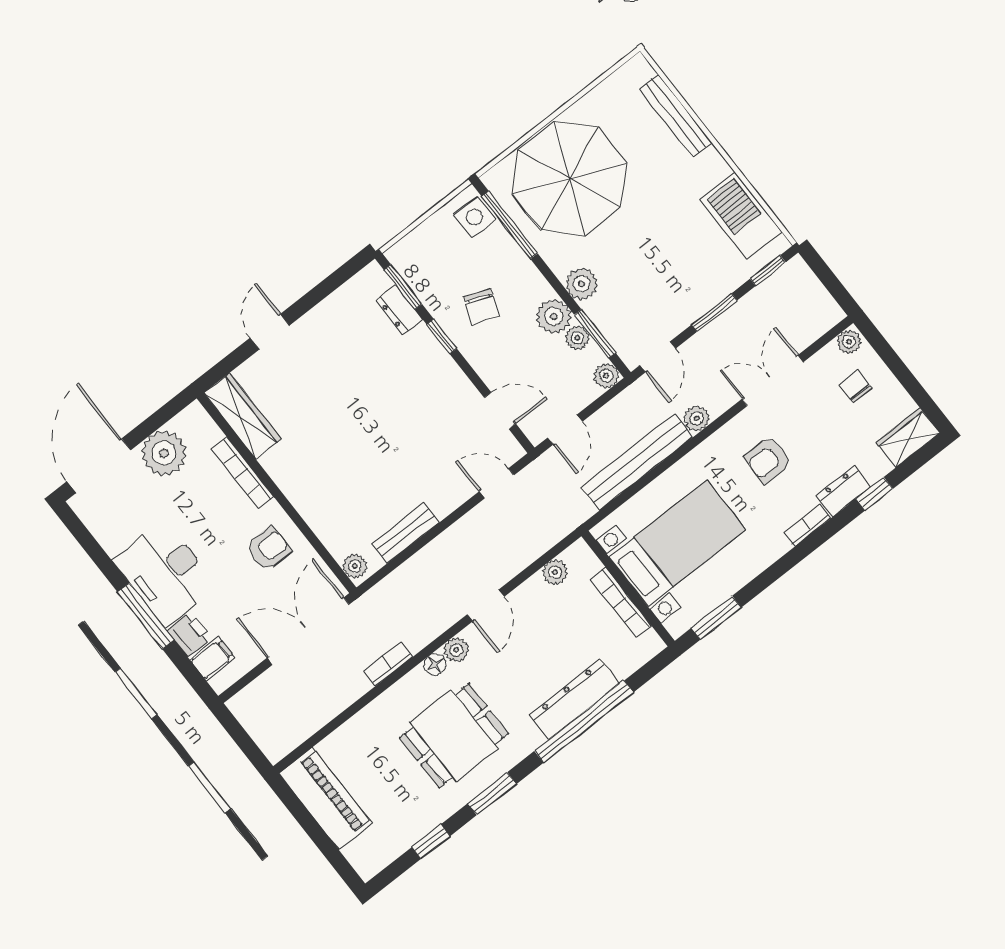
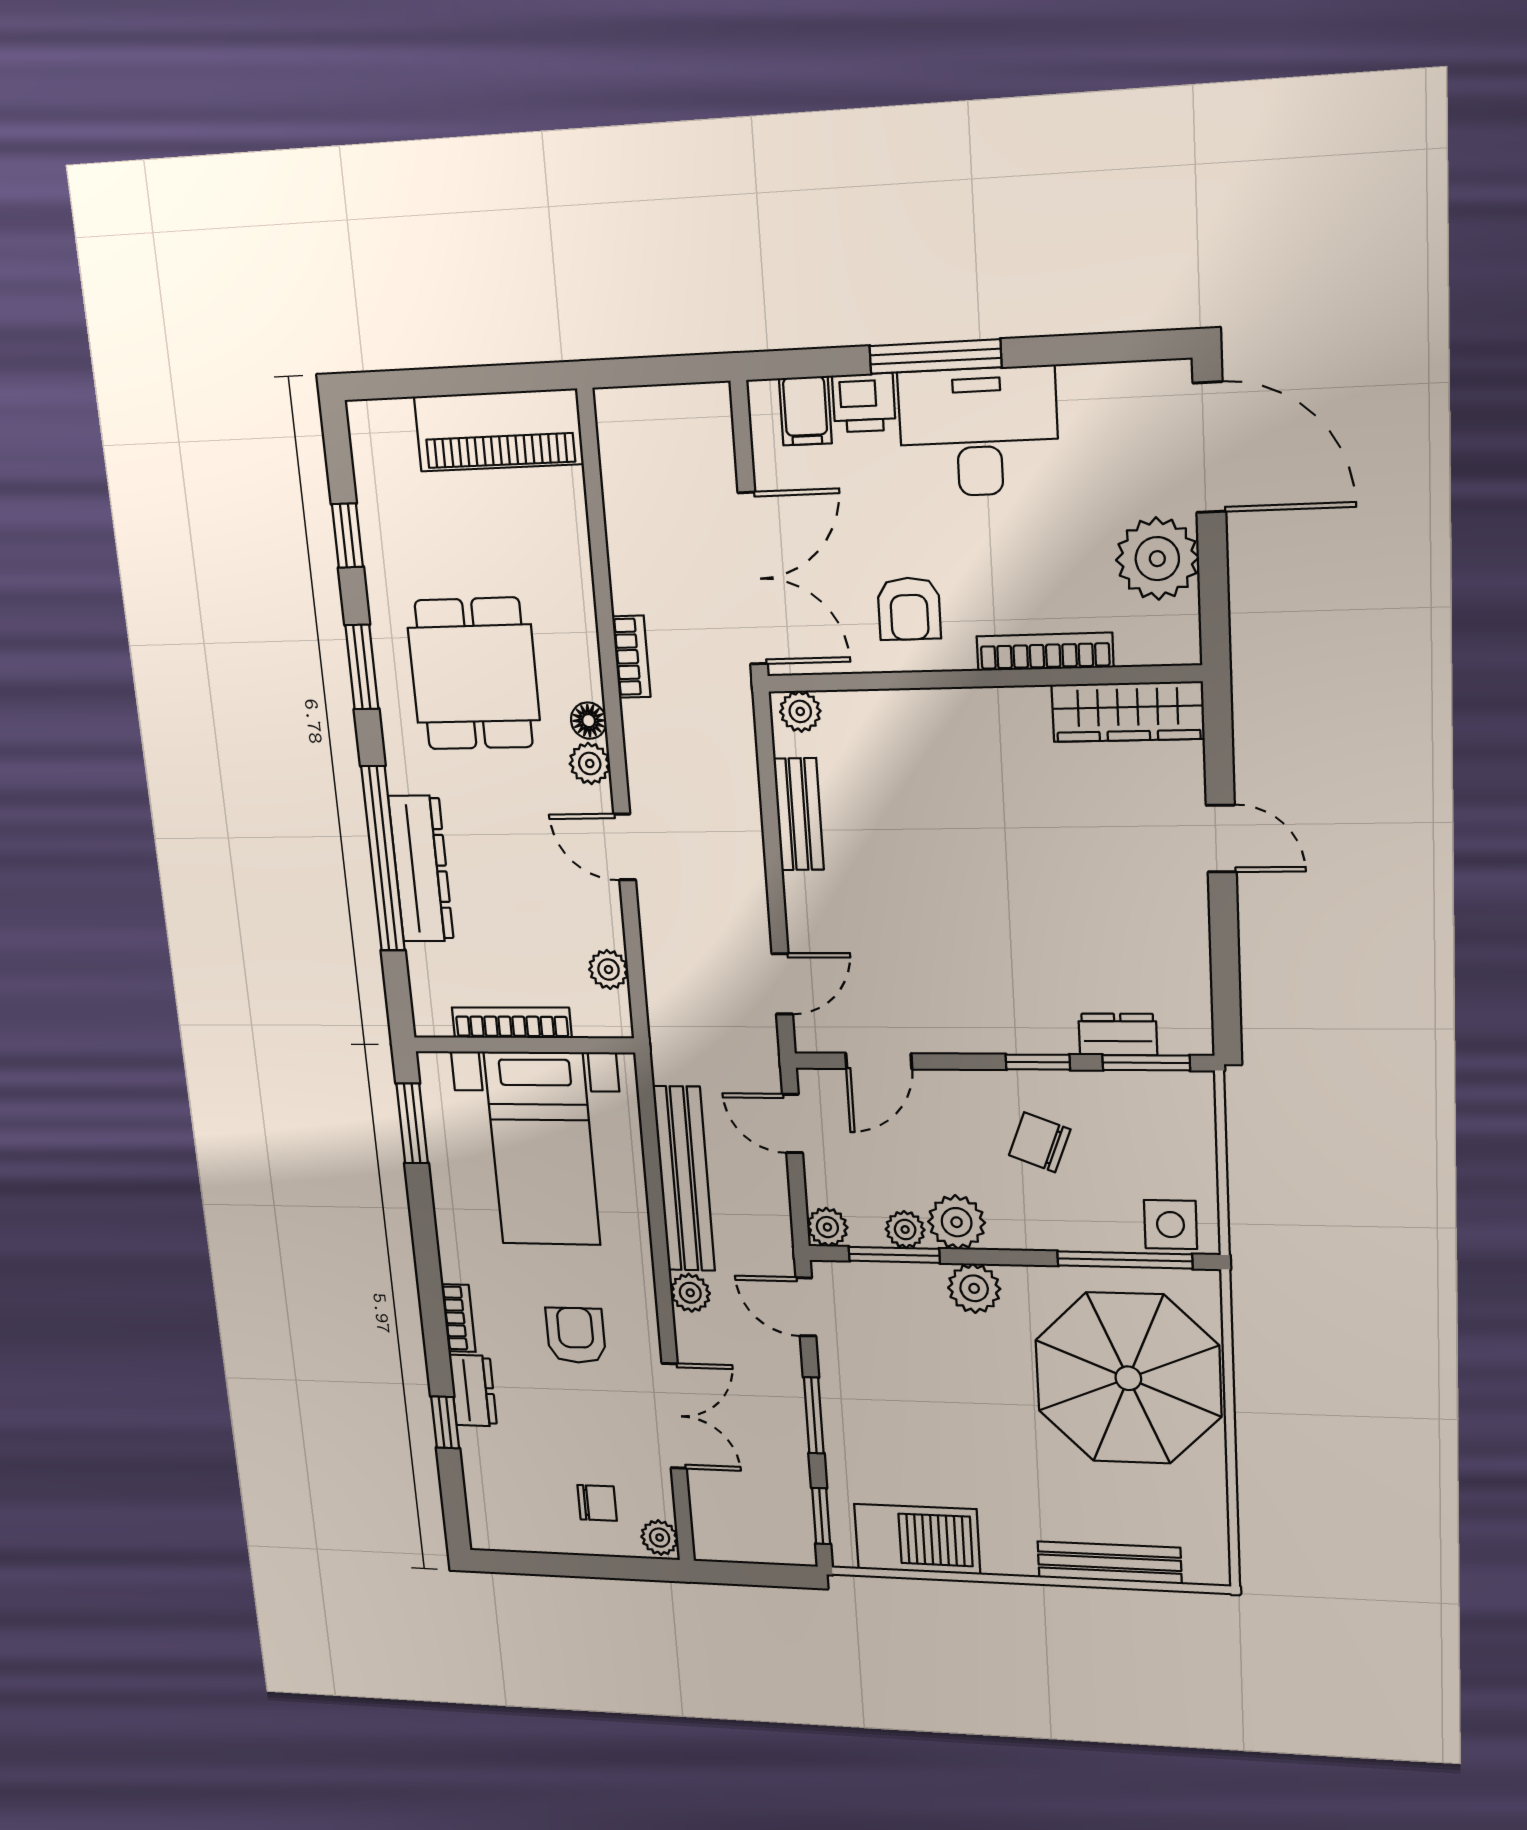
wardrobe: (908, 438) -> (490, 1512), removed

